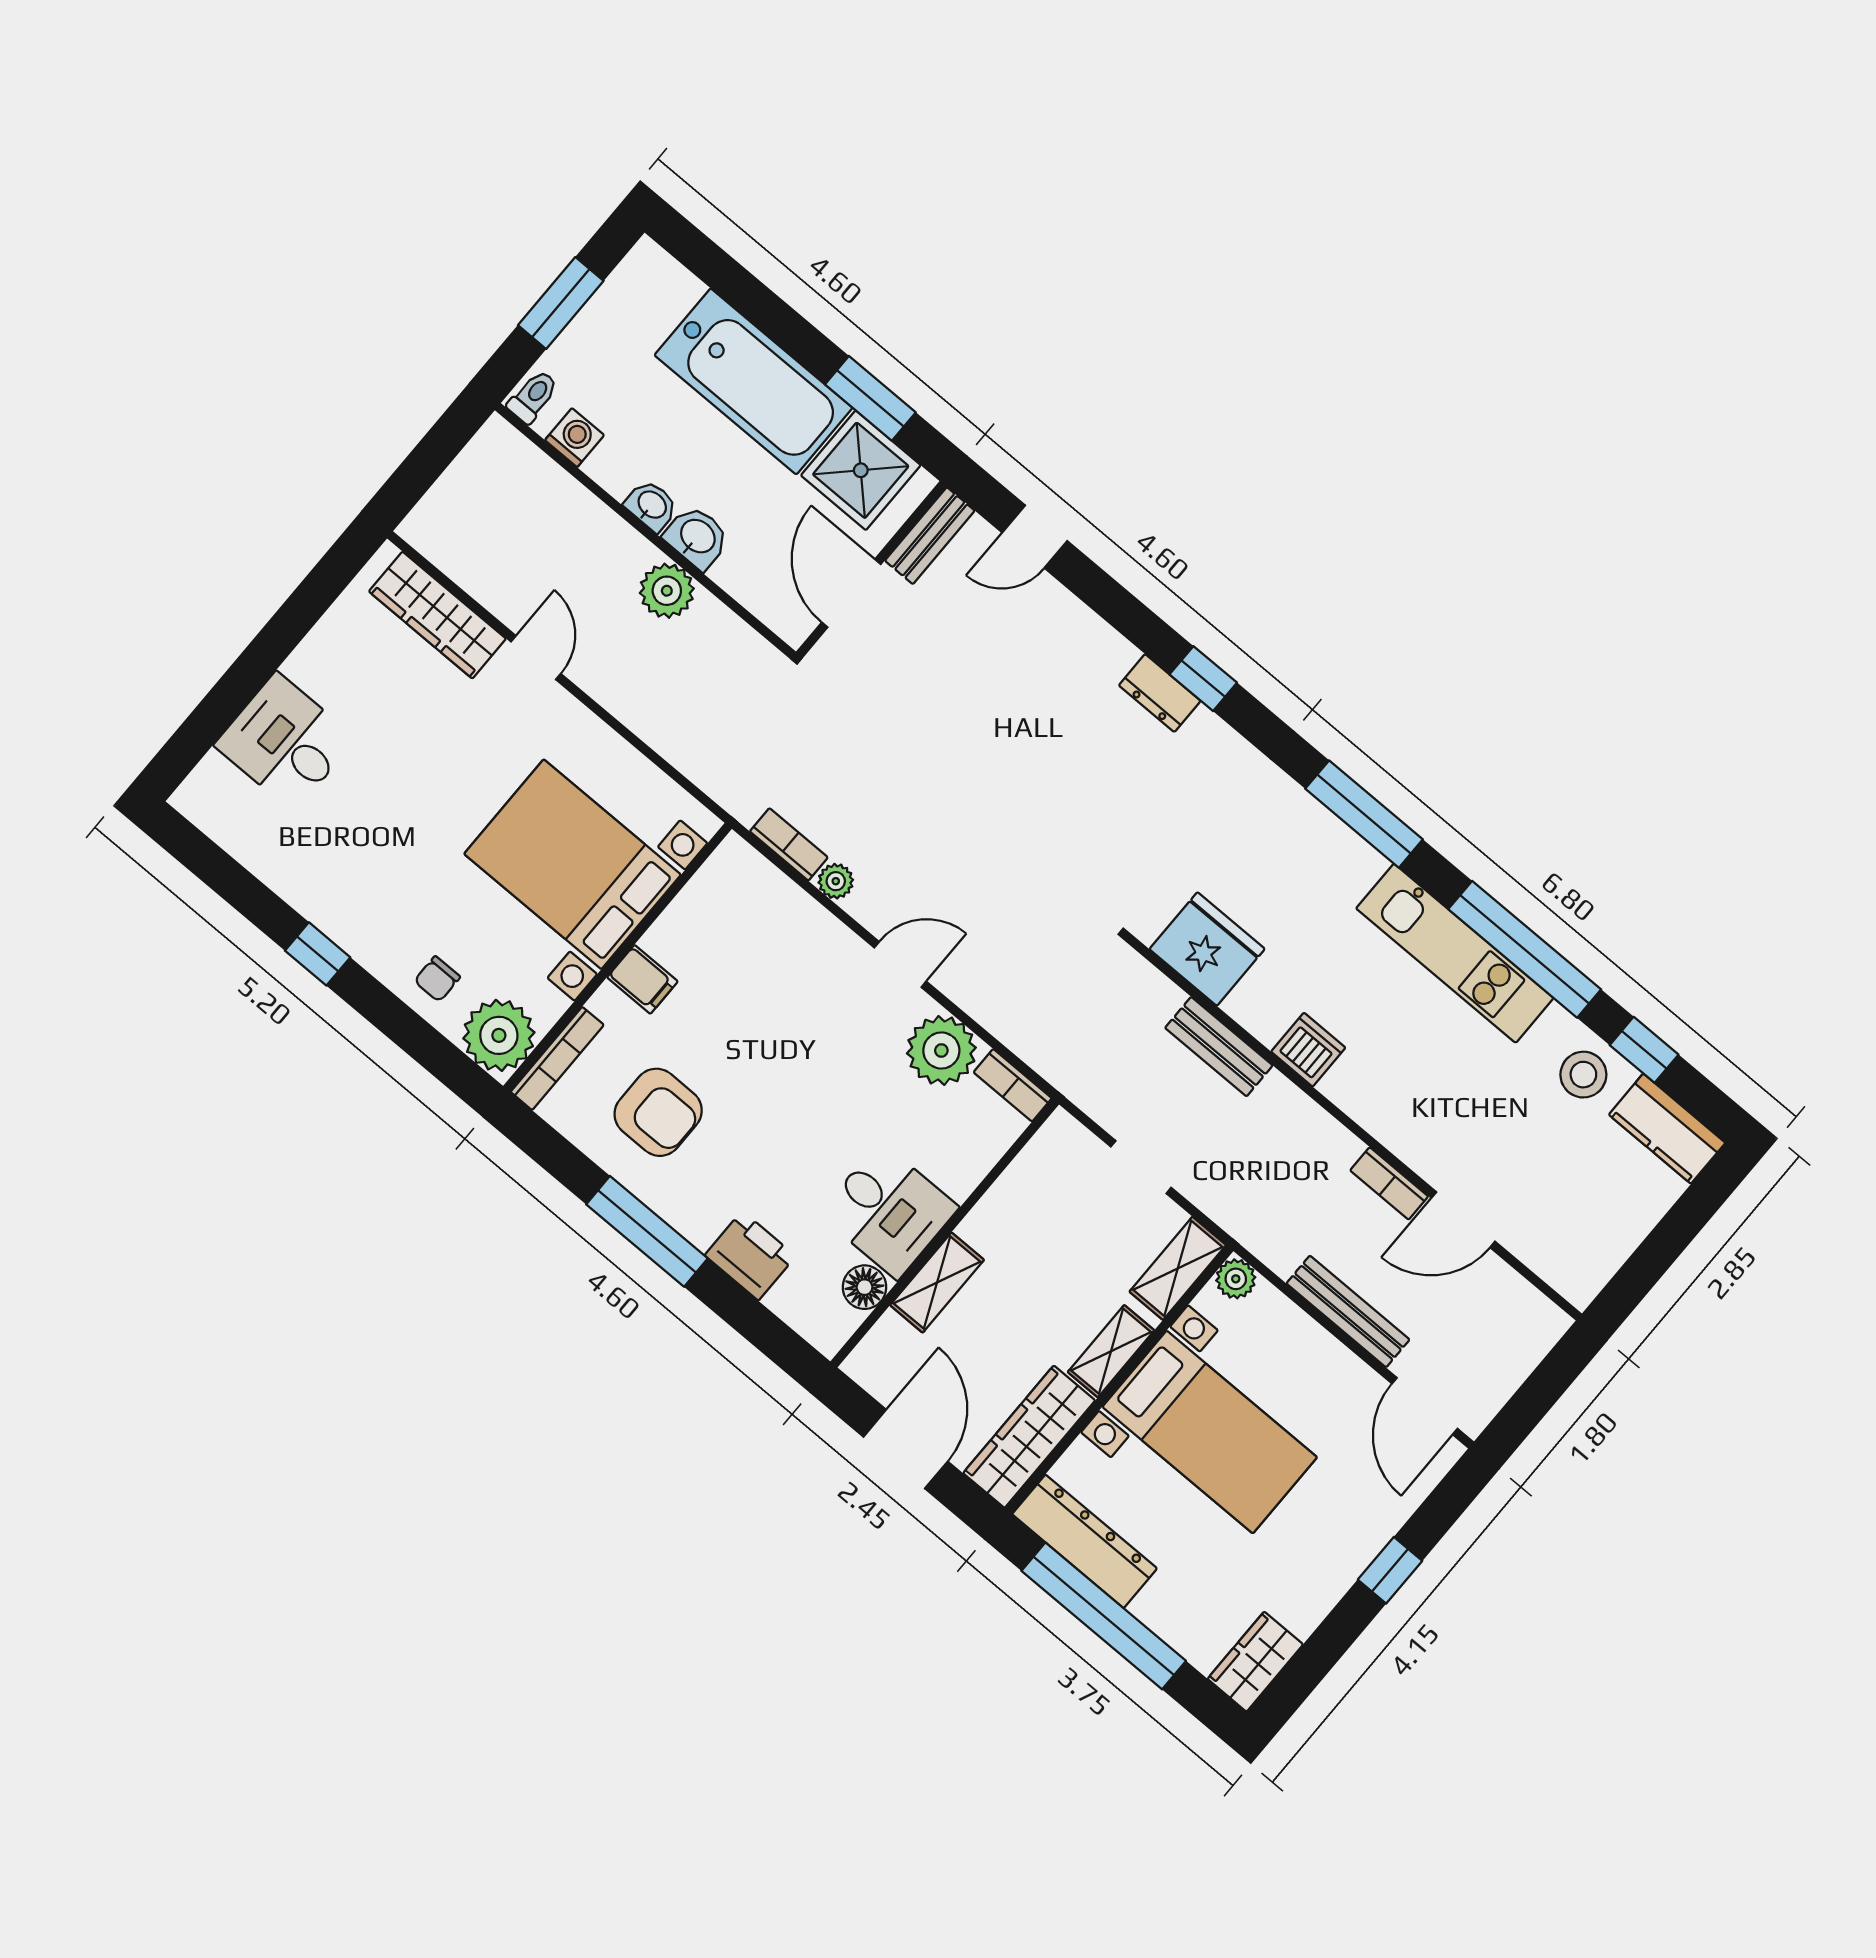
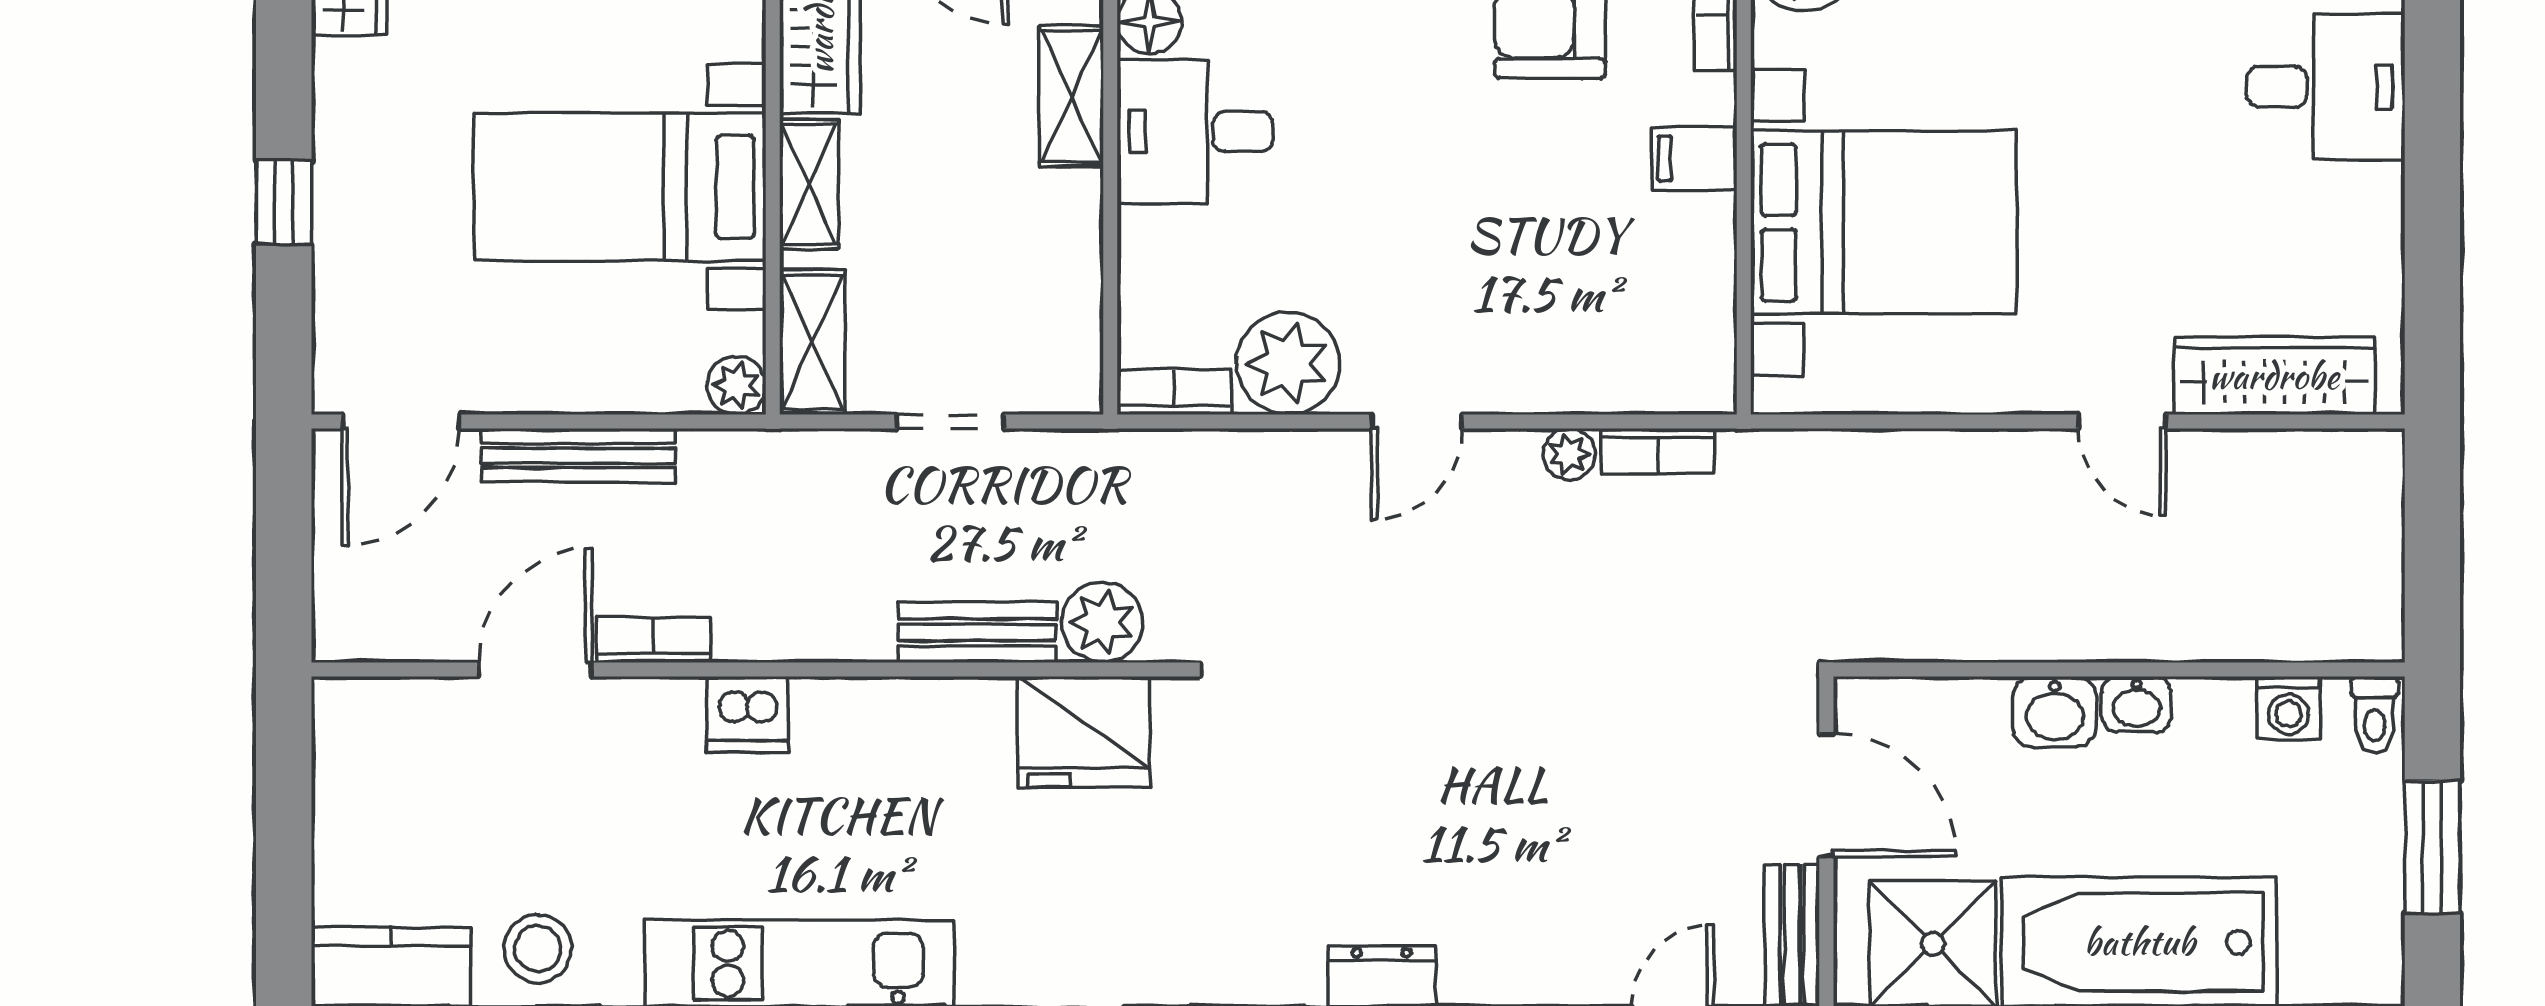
plant: (667, 591) -> (1102, 622), moved
dishwasher: (1308, 1050) -> (747, 714), moved
door: (1425, 1406) -> (401, 422), swing flipped

